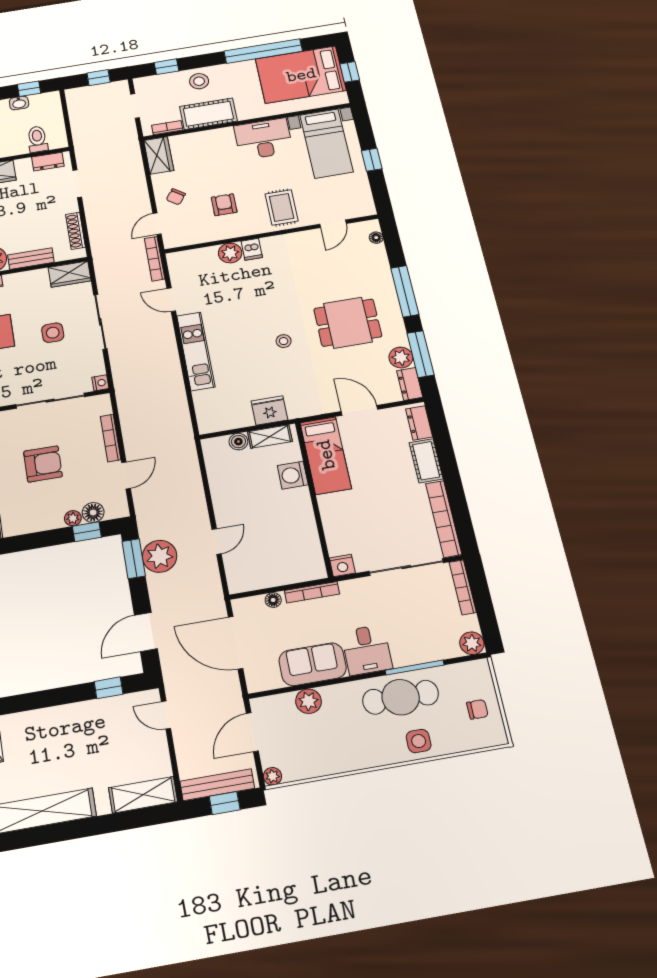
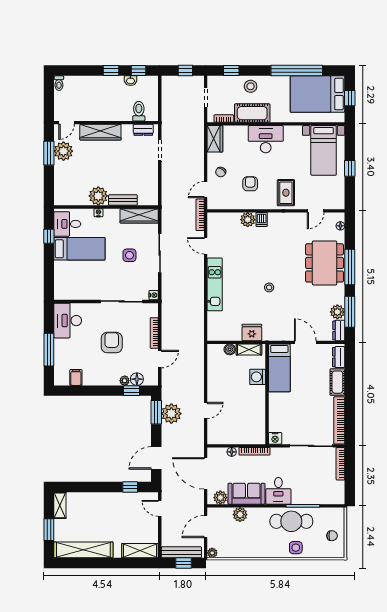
desk: (263, 139) -> (266, 139), moved
shoe rack: (75, 231) -> (154, 185), removed
wardrobe: (70, 274) -> (139, 216), width x1.50
dining table: (348, 323) -> (325, 263), moved, width x1.37
armchair: (43, 464) -> (112, 343), turned -90
plant: (472, 643) -> (220, 498), moved

